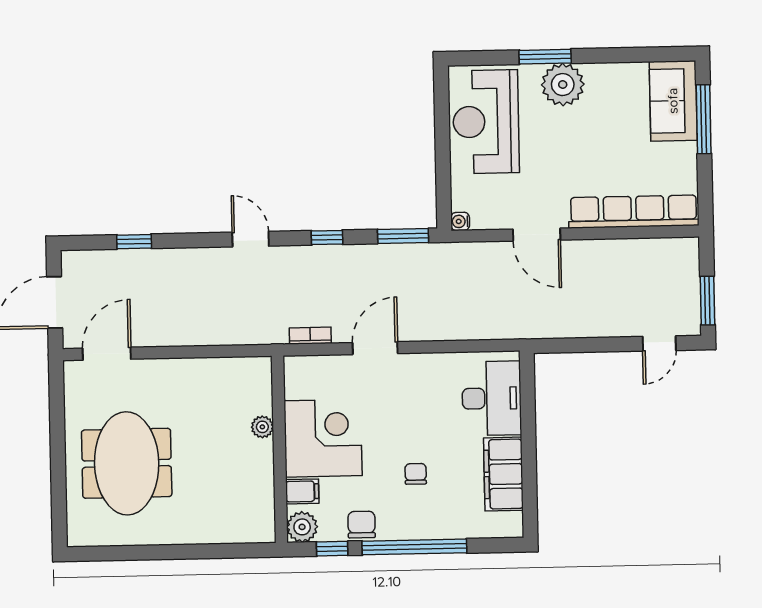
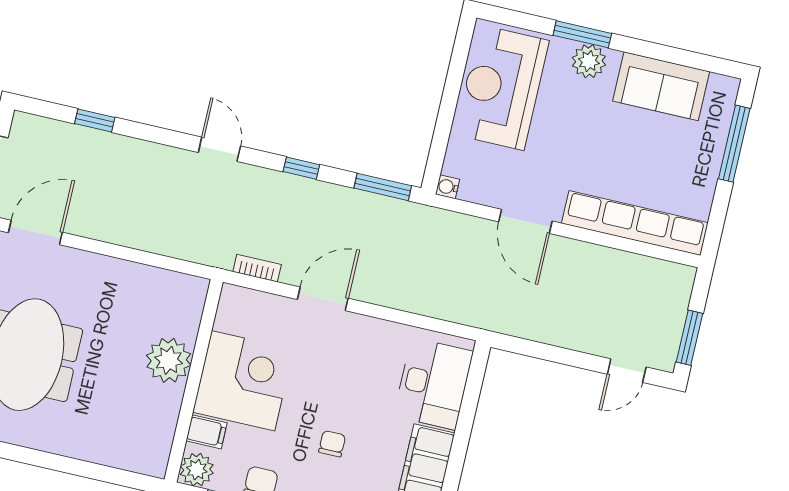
plant: (563, 85) -> (589, 61), width x0.73, depth x0.73
sofa: (673, 101) -> (661, 86), moved, turned -90
plant: (262, 427) -> (169, 360), width x1.87, depth x1.87

